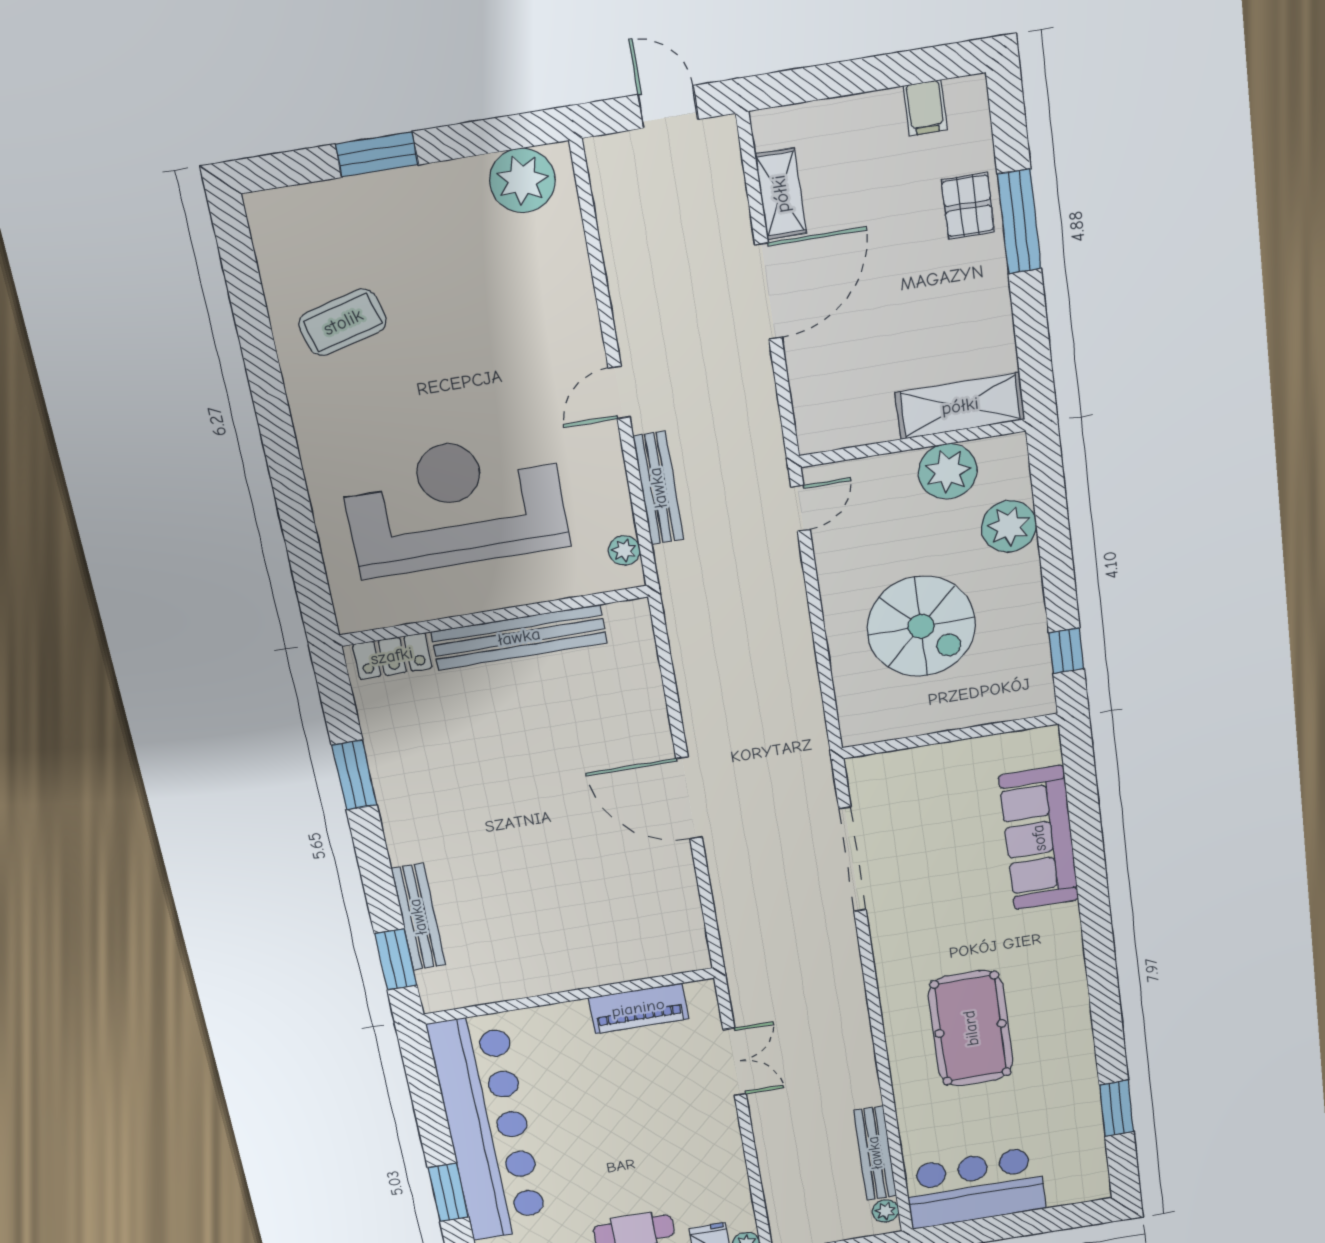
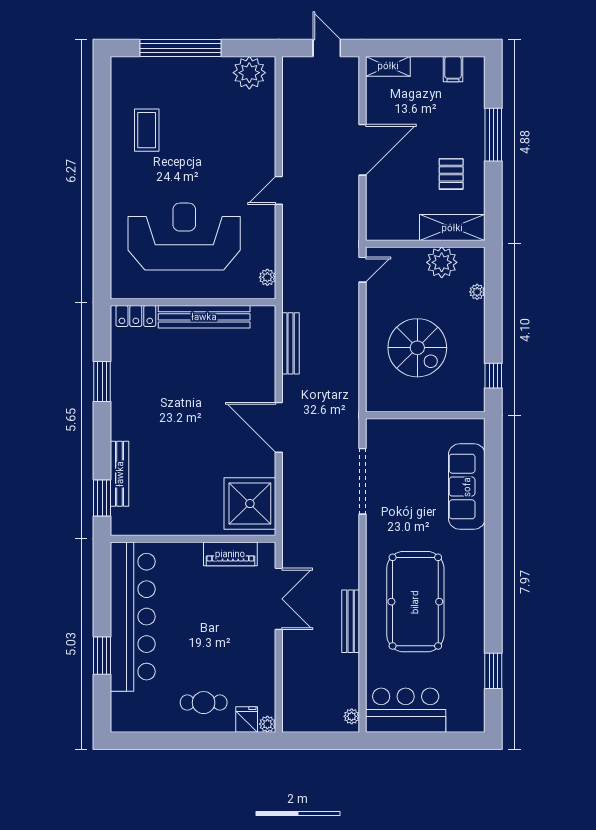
window: (377, 154) -> (181, 48), width x2.11
shelving: (781, 194) -> (388, 66), moved, turned 90
pallet: (968, 206) -> (451, 174), moved
coffee table: (343, 322) -> (147, 130), turned -75
bench: (658, 488) -> (291, 343), moved
plant: (1009, 526) -> (477, 292), width x0.53, depth x0.53
shower: (659, 926) -> (250, 504), added
pool table: (971, 1028) -> (415, 602), width x1.36, depth x1.32
double door: (734, 1062) -> (279, 599), width x1.37
bench: (875, 1153) -> (351, 621), moved

